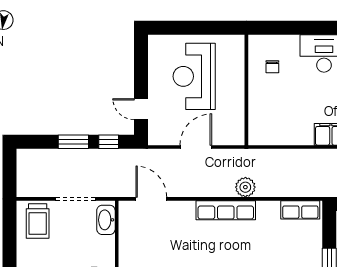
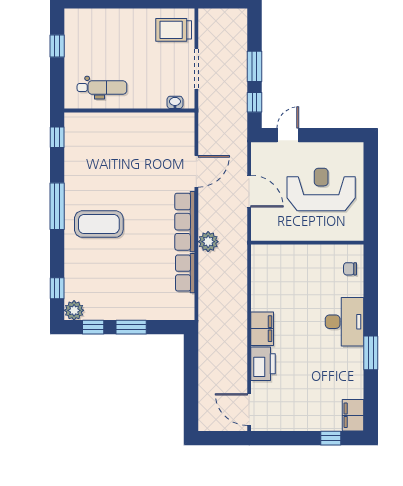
chair: (272, 67) -> (350, 269), moved
door: (151, 199) -> (196, 171), moved
row of seats: (300, 210) -> (185, 273), moved
washbasin: (106, 220) -> (175, 102), width x0.52, depth x0.69

